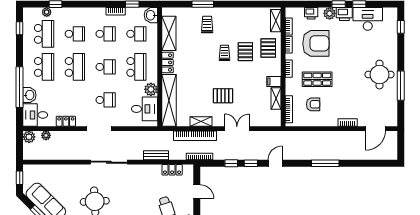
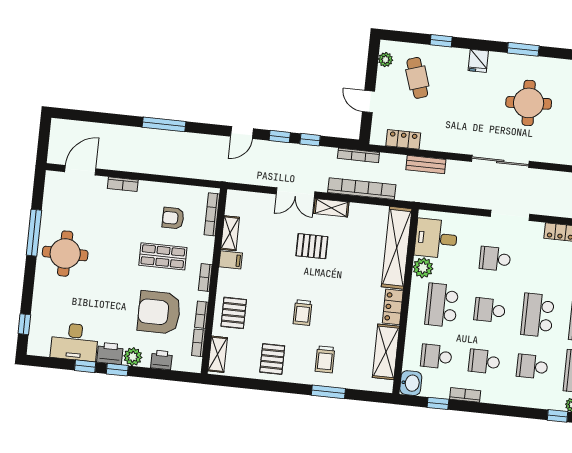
pallet: (245, 52) -> (272, 359), moved
shelving: (201, 121) -> (331, 208), moved

